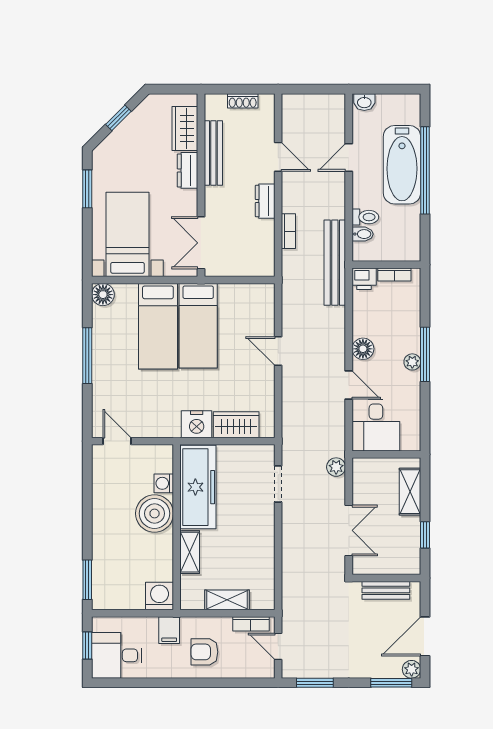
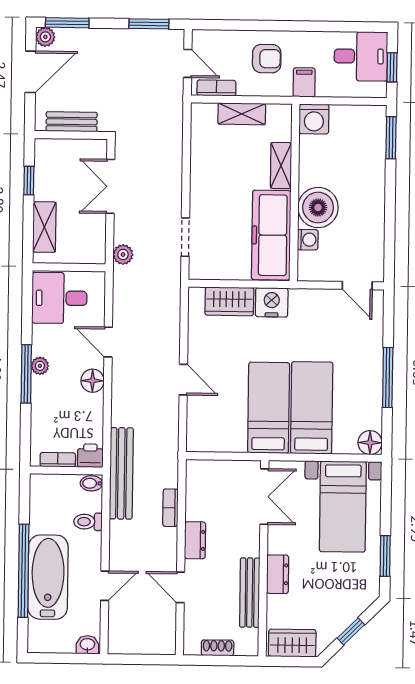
wardrobe: (185, 129) -> (292, 643), moved, turned -90
bidet: (363, 234) -> (91, 483), moved
desk: (376, 425) -> (59, 298), moved, turned -90

